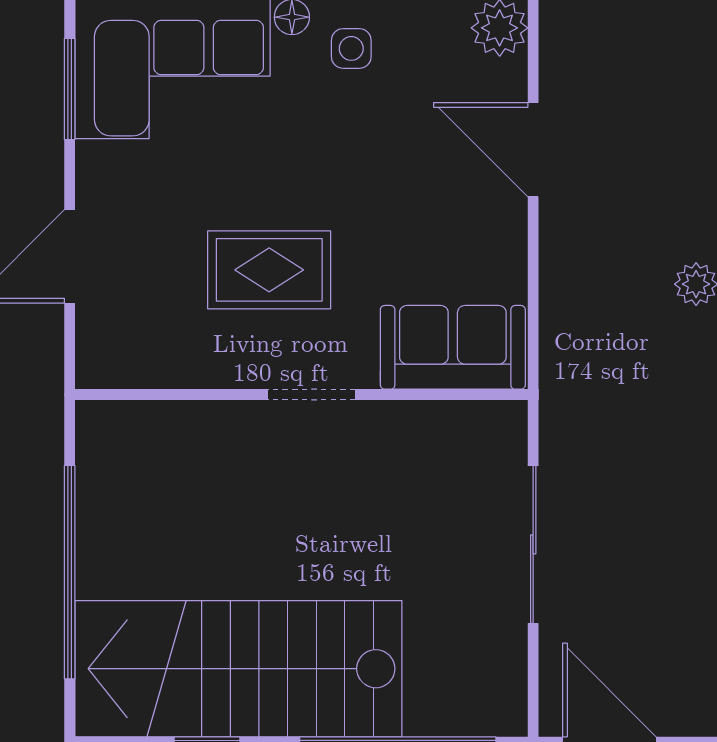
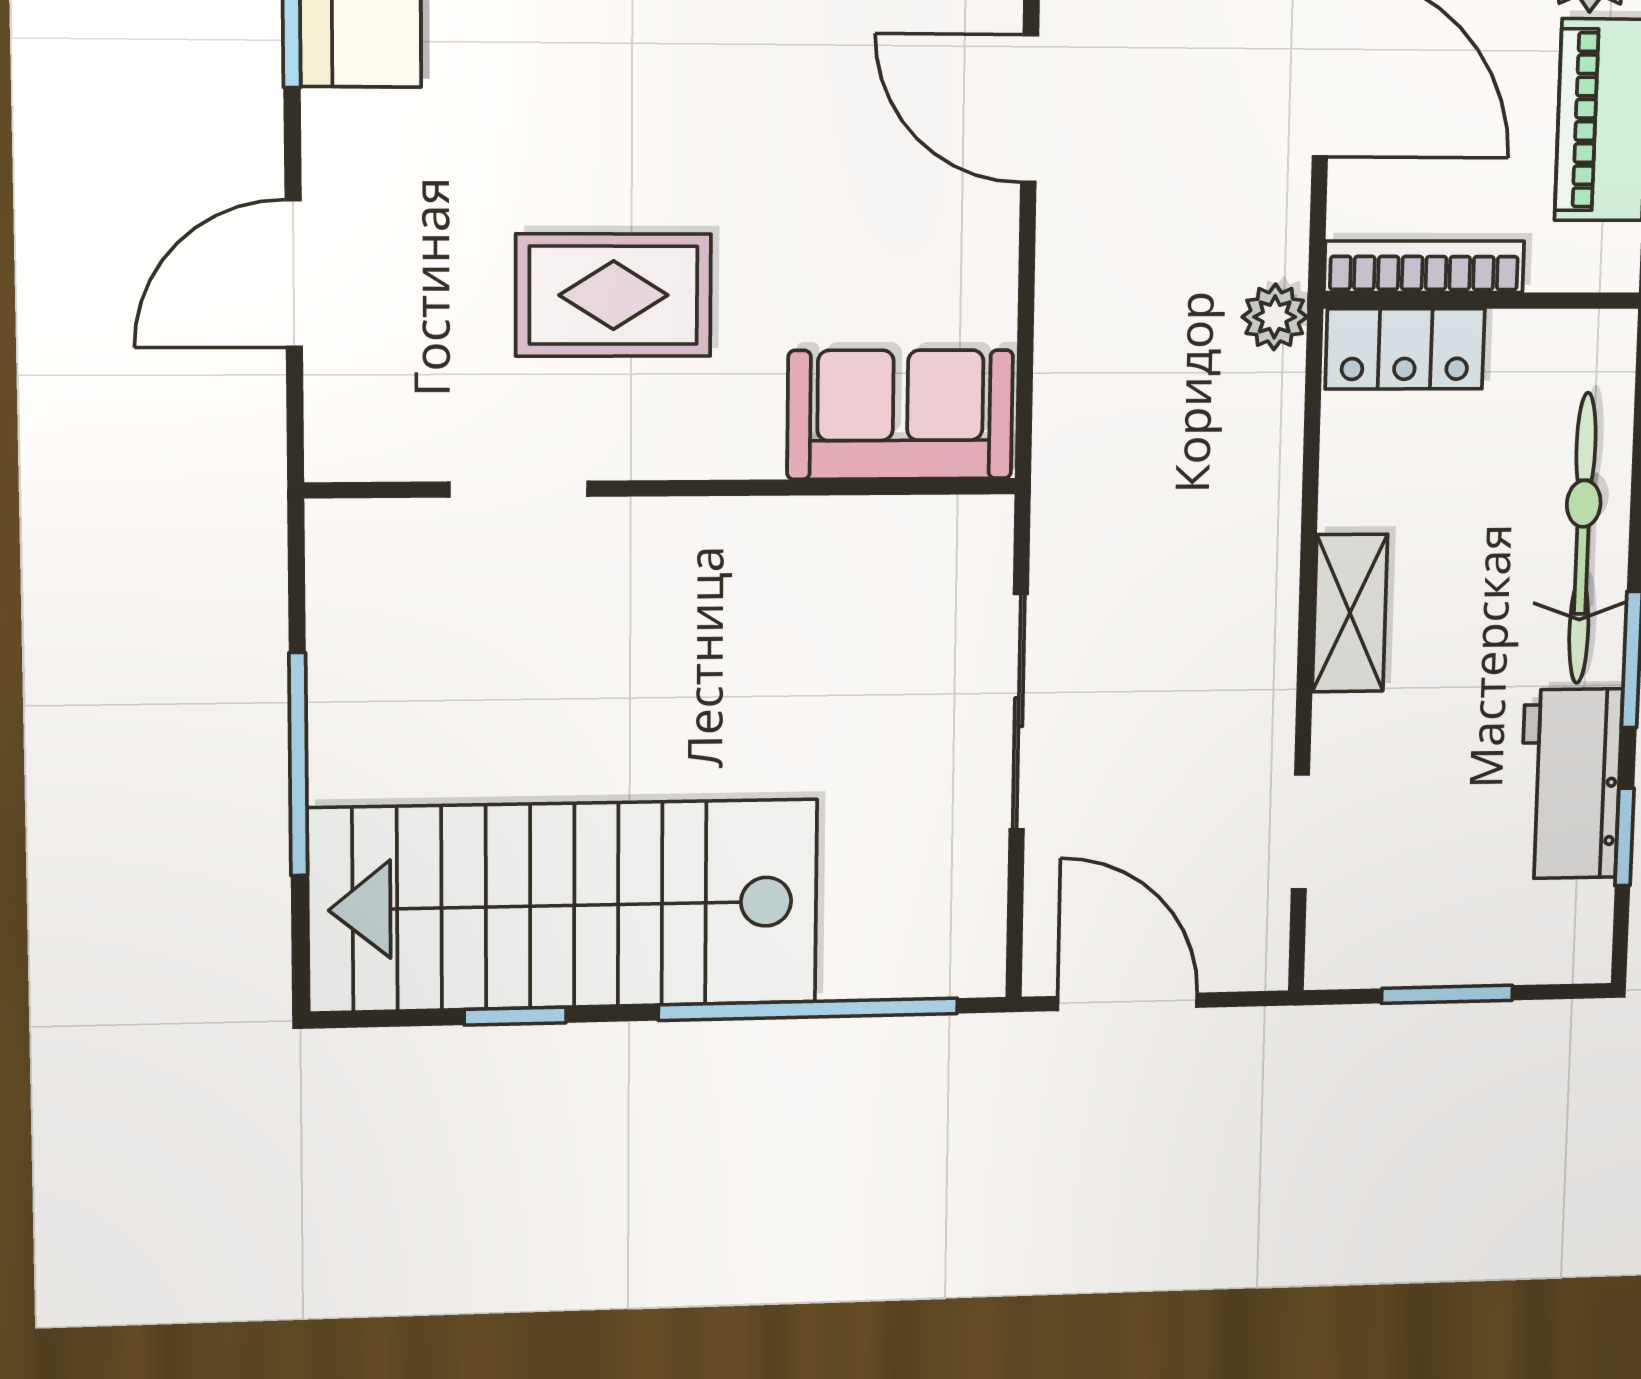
doorway: (311, 394) -> (519, 489), moved
window: (70, 572) -> (298, 764), width x0.68

